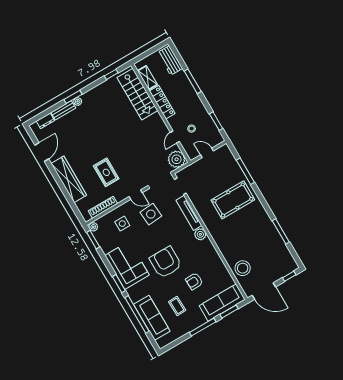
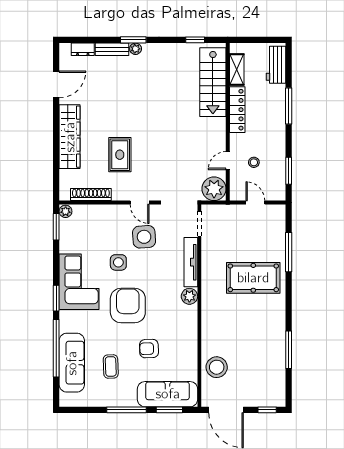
side table: (122, 224) -> (118, 262), moved

